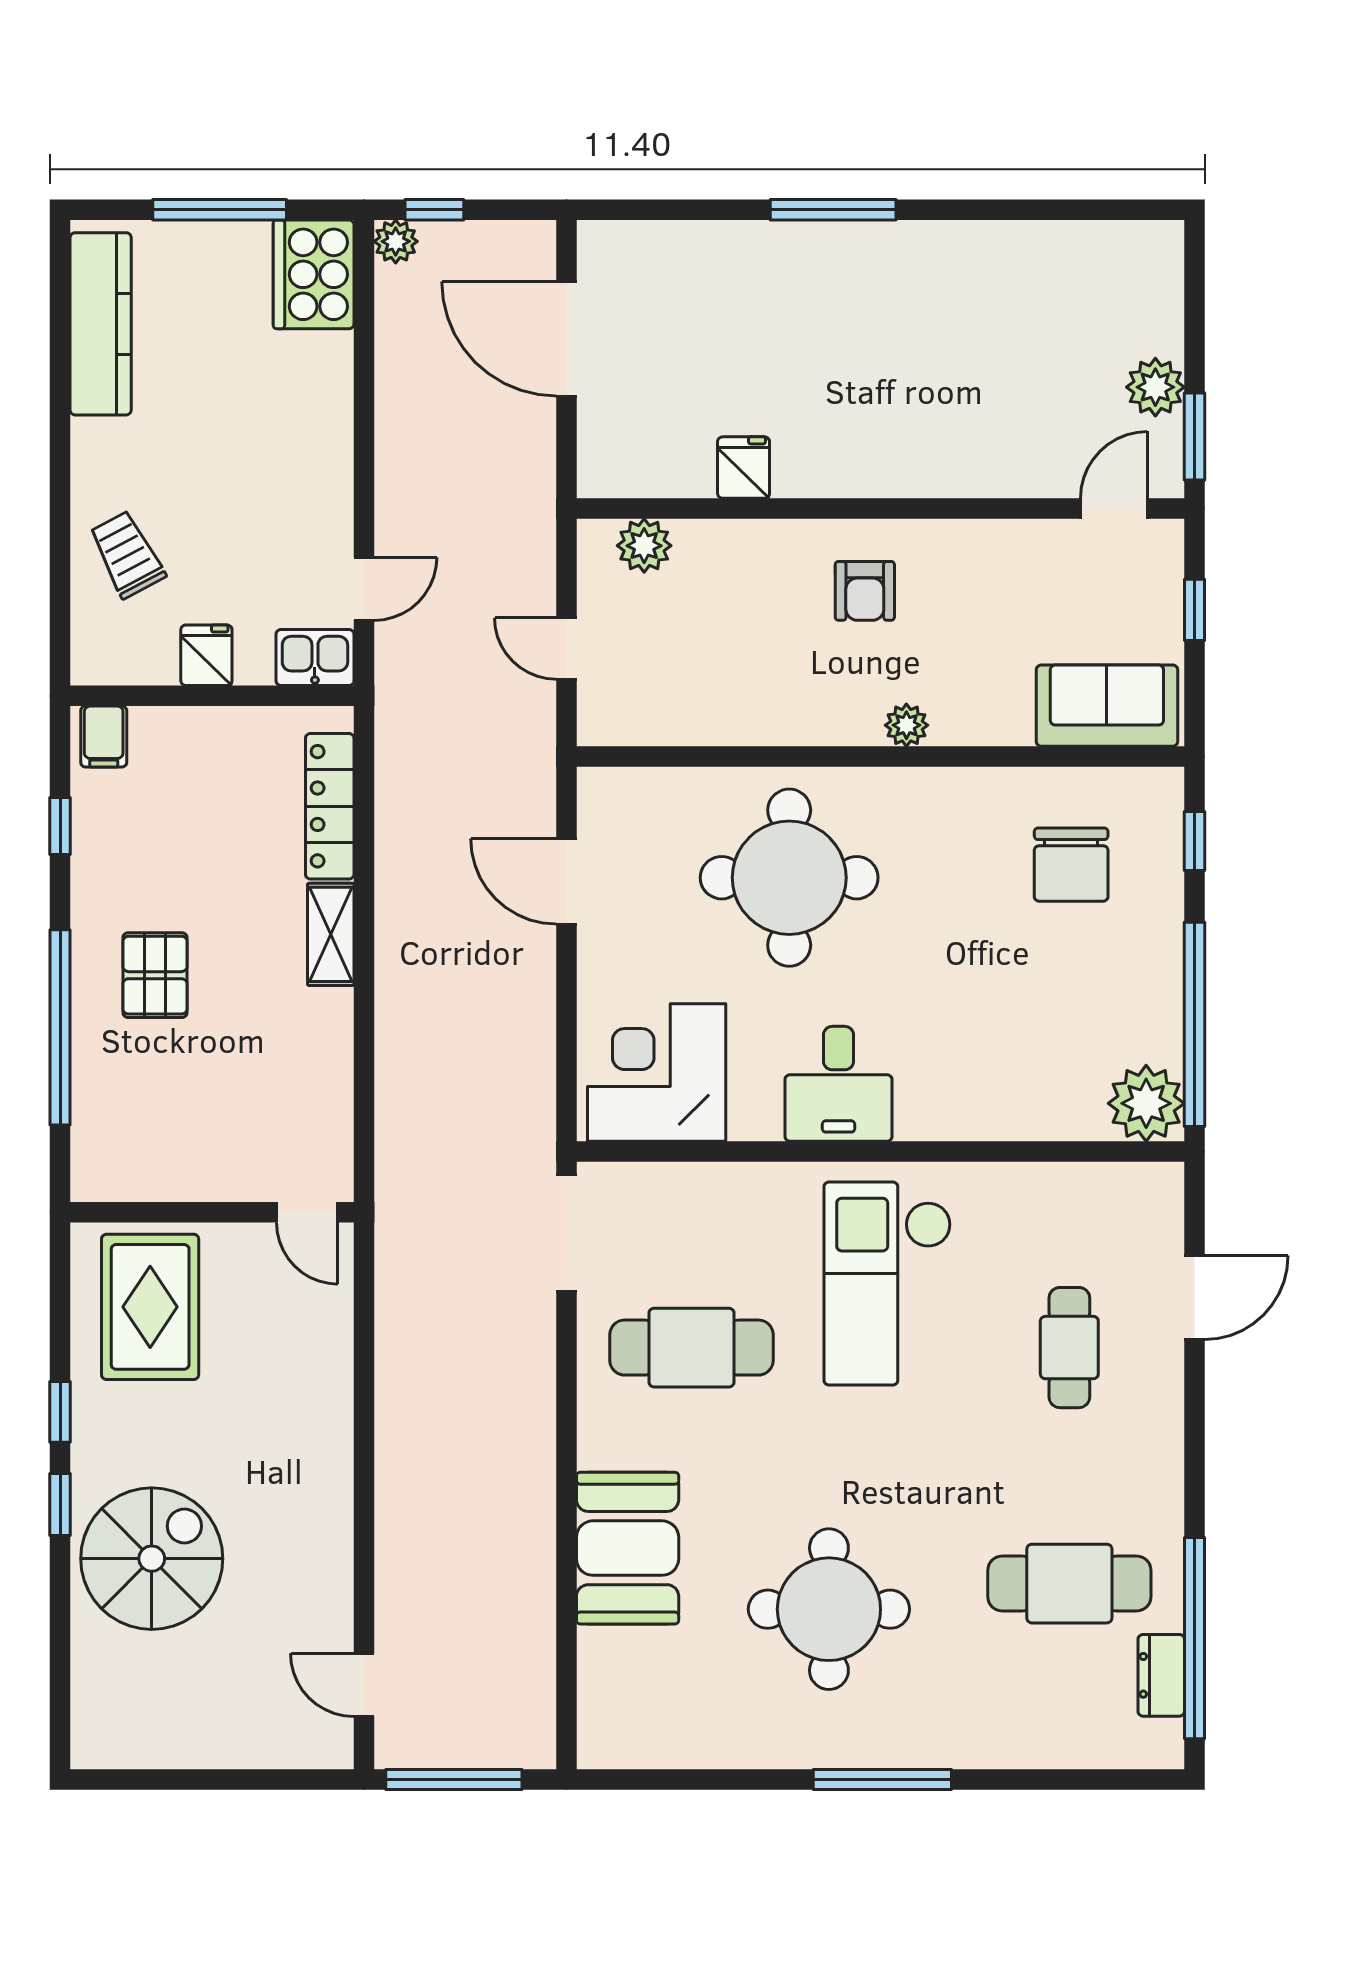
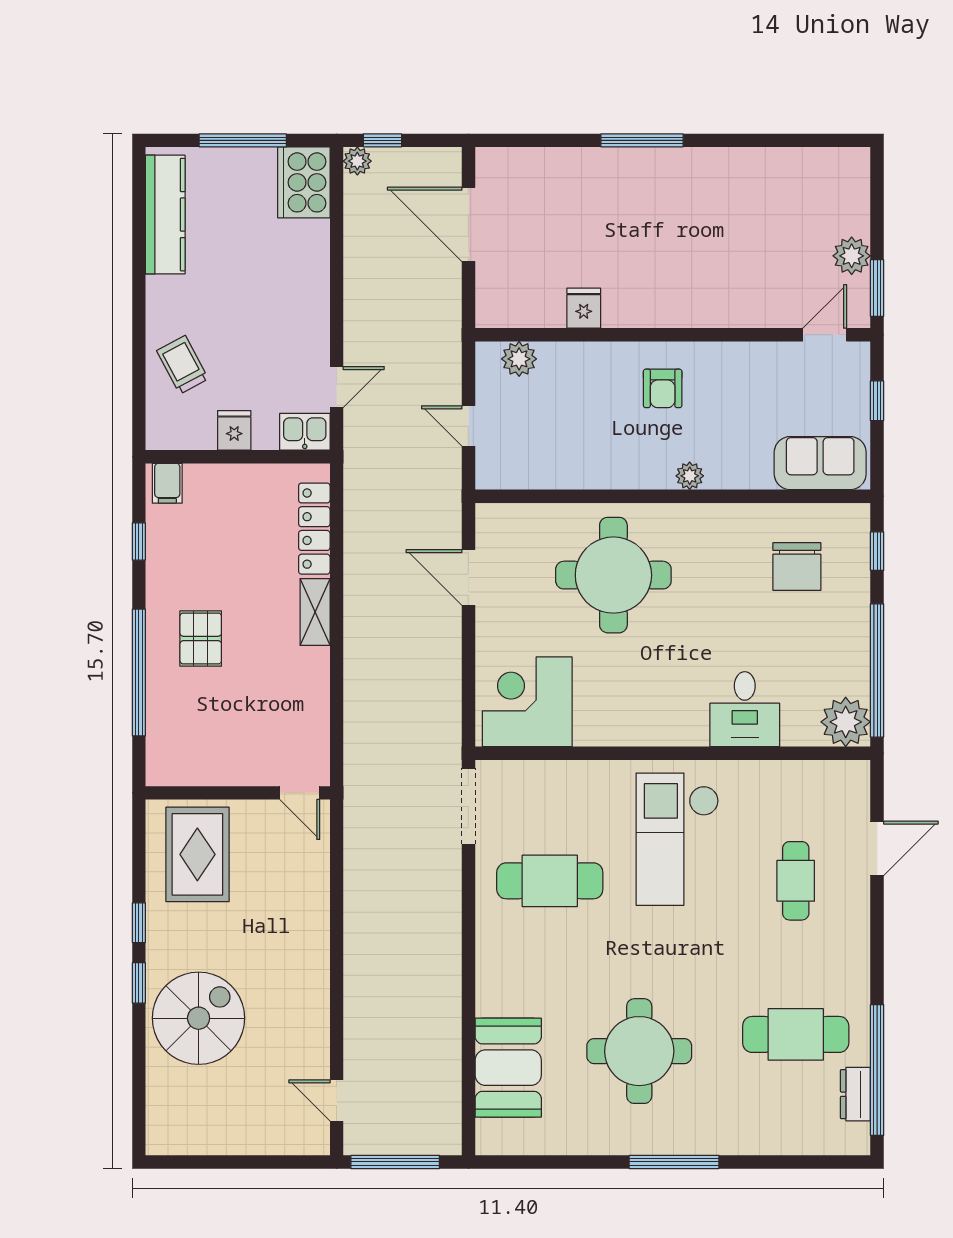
desk: (839, 1084) -> (745, 709), moved
booth: (628, 1548) -> (508, 1068), moved

